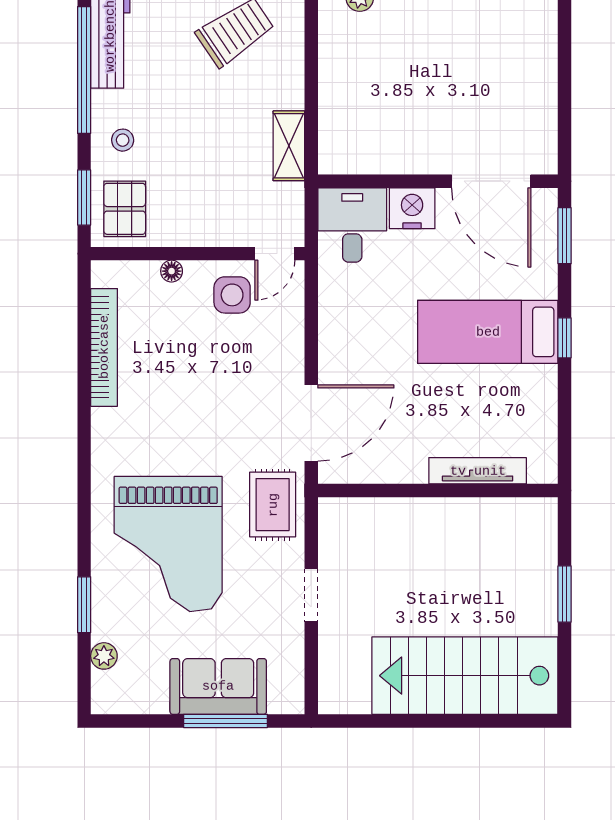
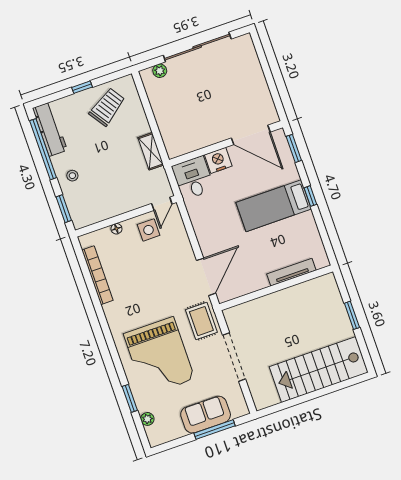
pallet: (125, 209) -> (85, 207), removed
doorway: (311, 595) -> (234, 357), width x1.88

